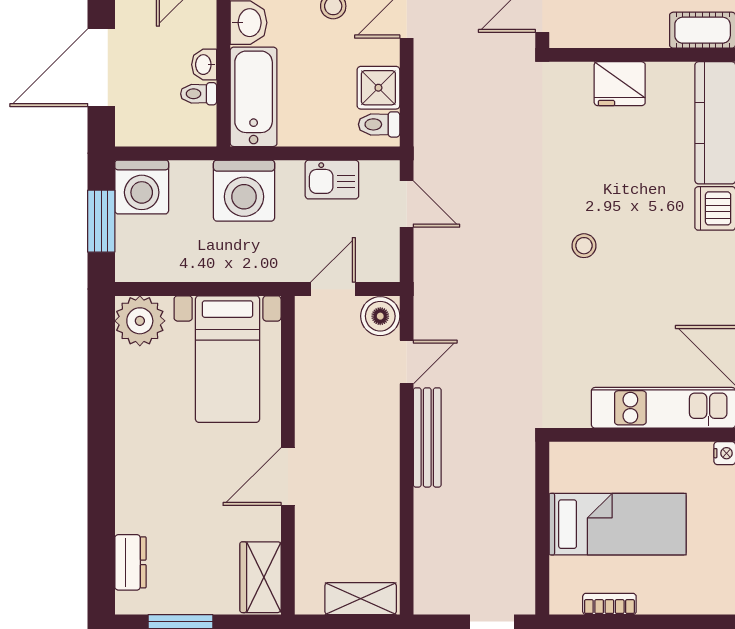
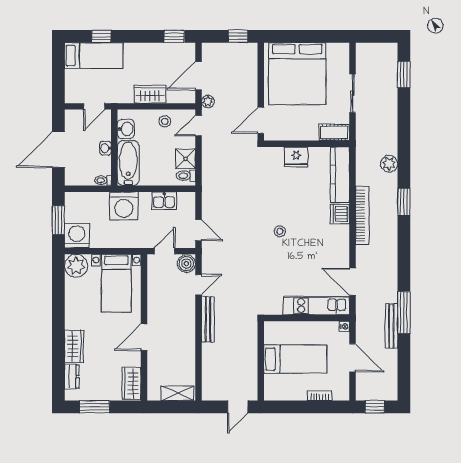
toilet: (199, 94) -> (103, 180), moved
washing machine: (142, 187) -> (77, 236), moved, turned 180
door: (407, 204) -> (198, 230), moved
wardrobe: (135, 496) -> (74, 346), added
bookcase: (609, 604) -> (320, 396), moved

